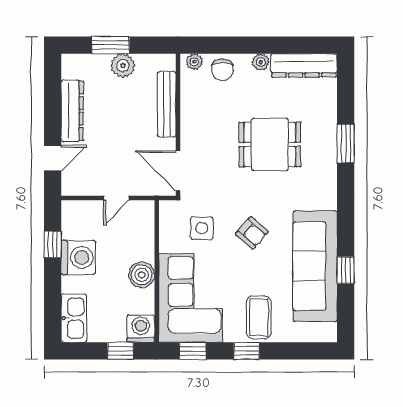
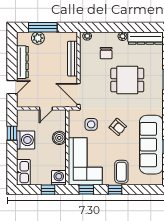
window: (111, 45) -> (43, 27), width x1.44
plant: (123, 65) -> (38, 38), moved
chair: (222, 70) -> (106, 53), moved
boiler: (142, 275) -> (59, 138), moved

